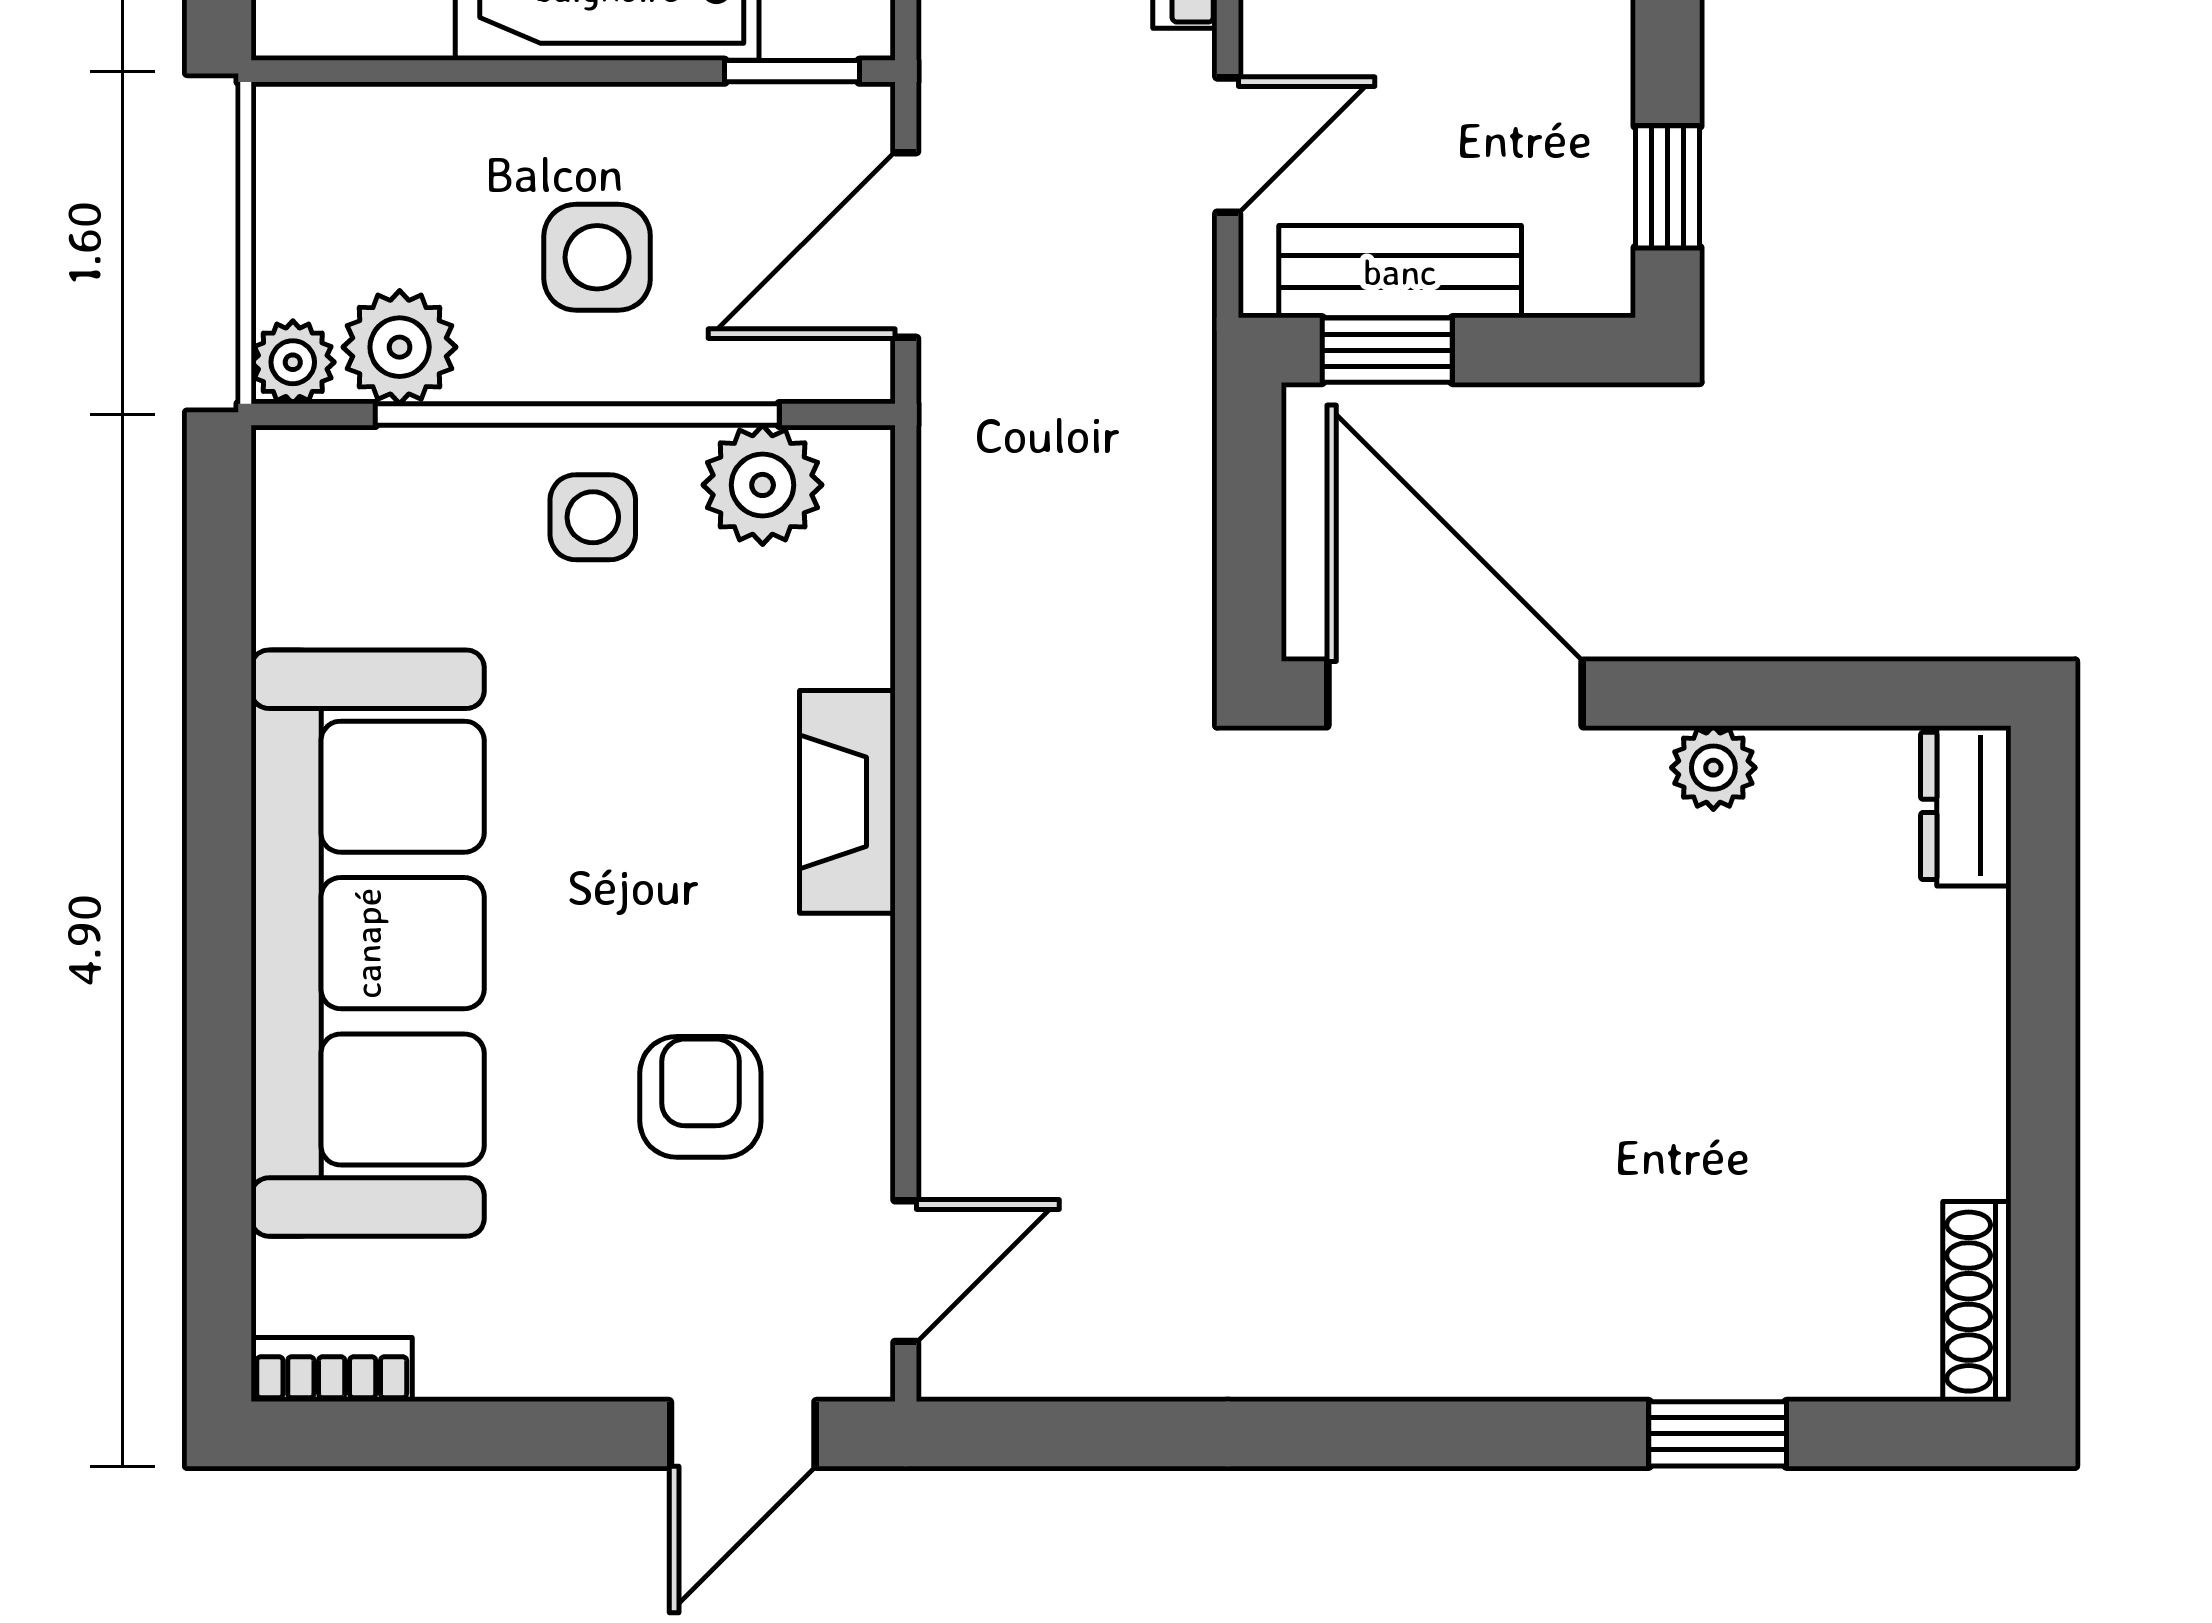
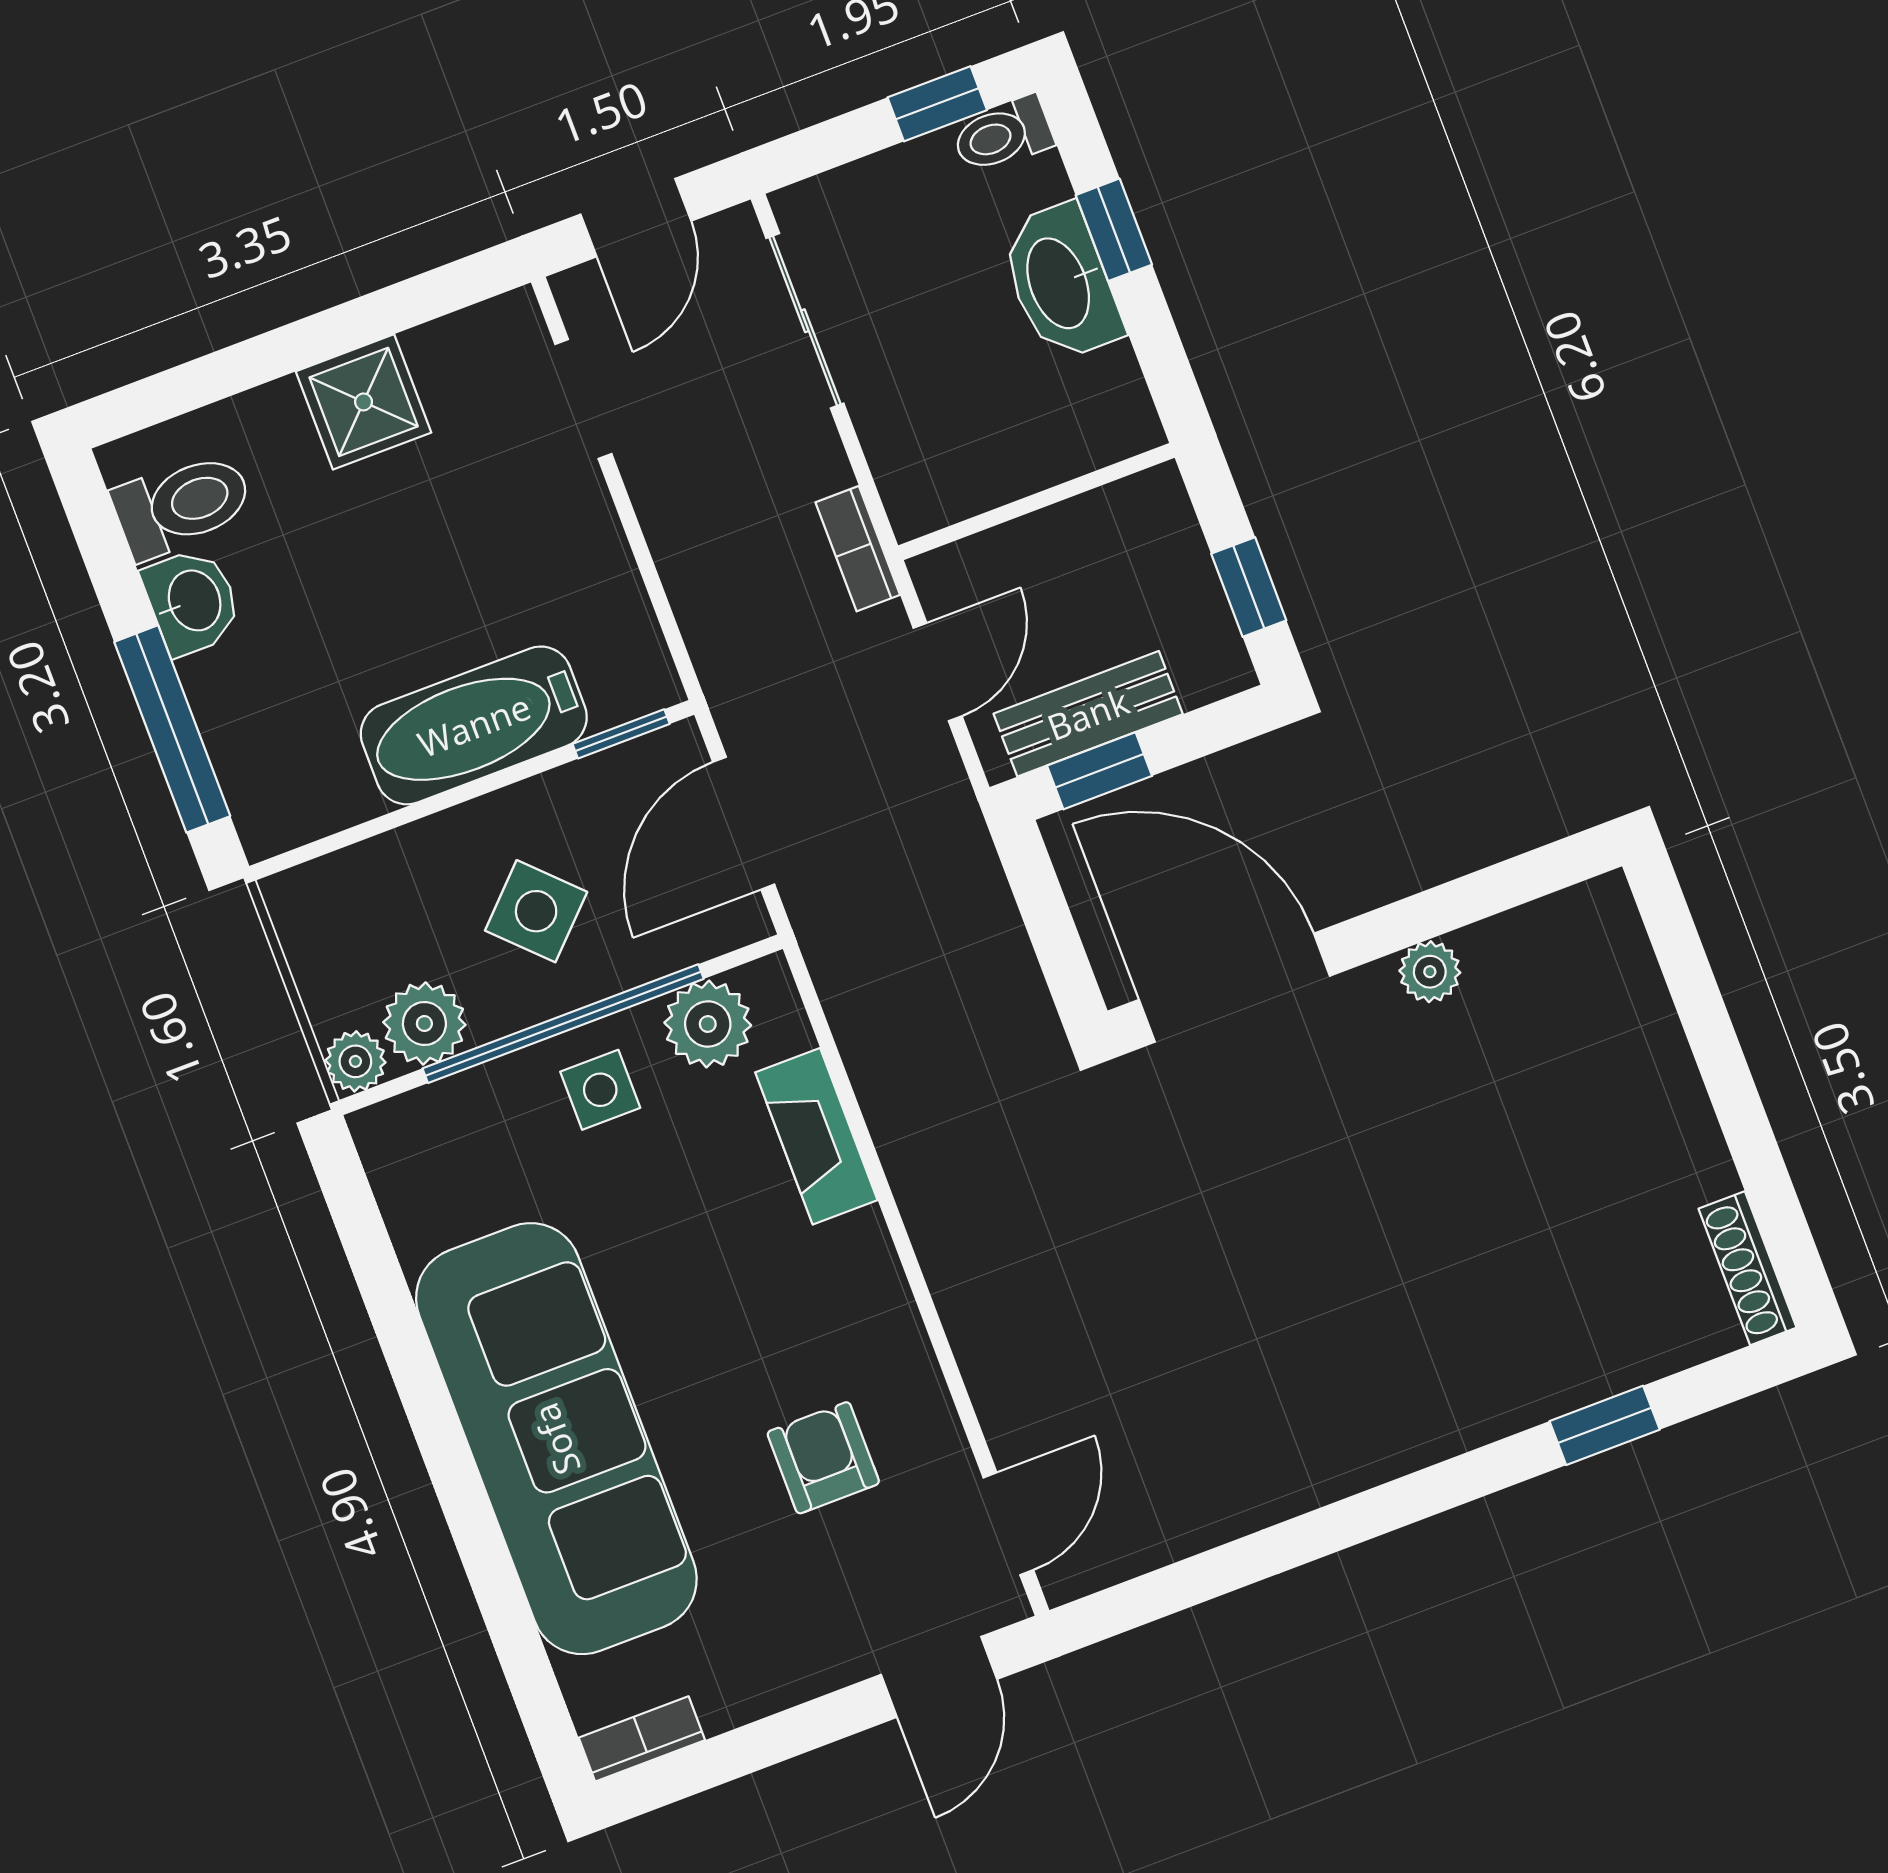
side table: (597, 257) -> (536, 911), turned 45
fireplace: (847, 802) -> (816, 1136), moved
dresser: (1966, 806) -> (1612, 933), removed

